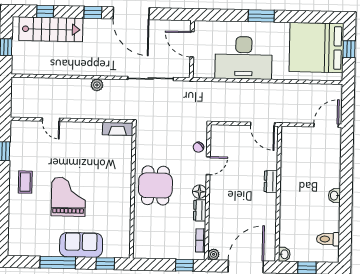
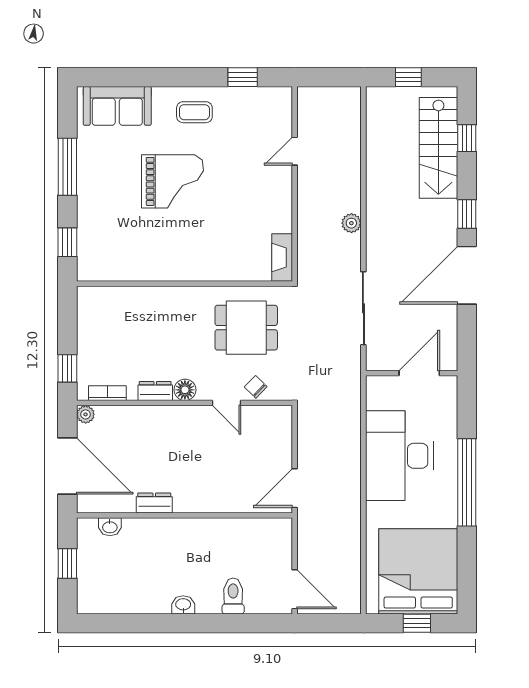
window: (261, 16) -> (467, 482), width x2.11
dresser: (271, 181) -> (154, 503), moved
dining table: (155, 185) -> (246, 328), moved
toilet: (328, 239) -> (233, 596), moved
sofa: (81, 245) -> (117, 106), moved, turned 90
washbasin: (284, 254) -> (110, 527), moved

